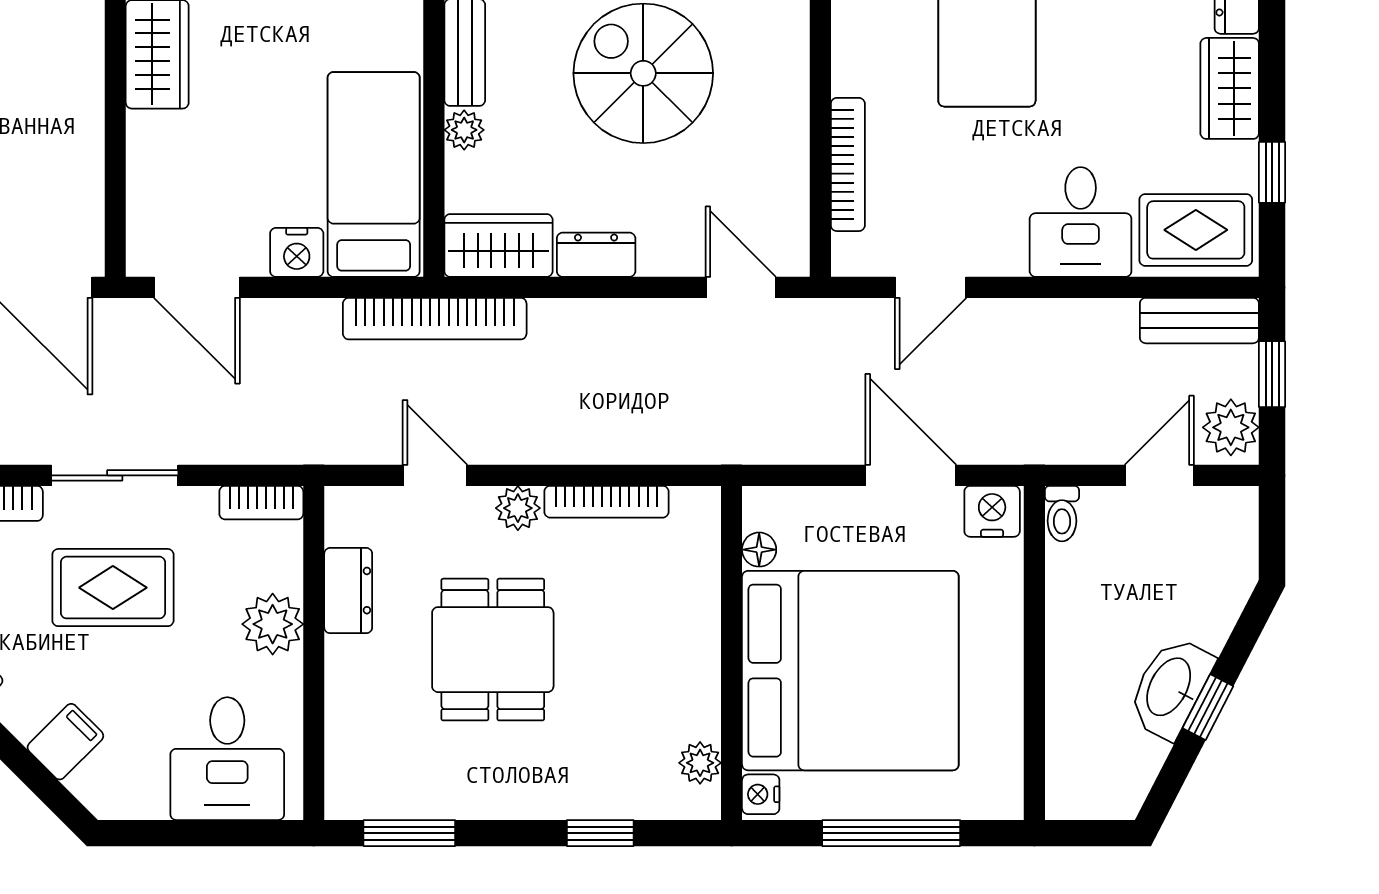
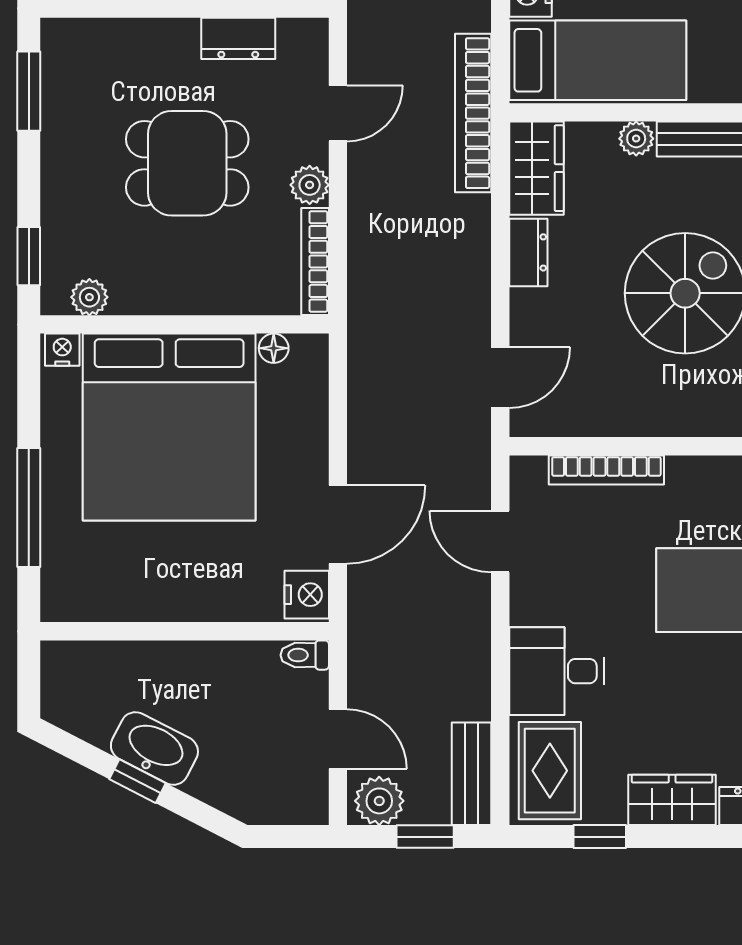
floor lamp: (759, 550) -> (274, 348), moved
wall: (732, 653) -> (184, 324), moved
bed: (850, 671) -> (169, 427), moved
plant: (700, 763) -> (89, 297), moved
nightstand: (761, 794) -> (62, 350), moved

